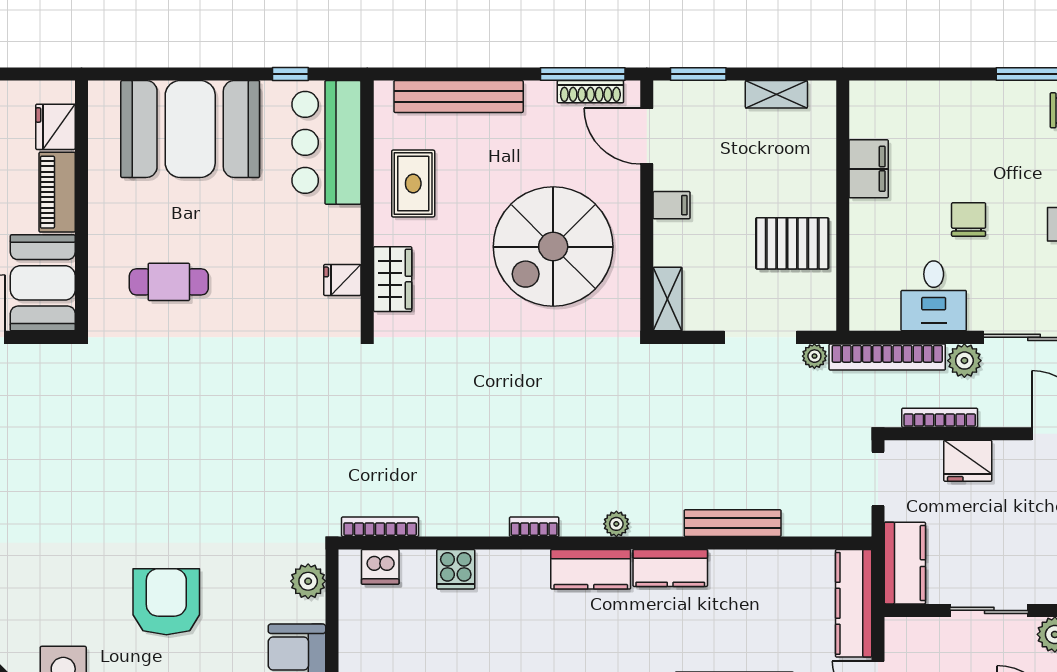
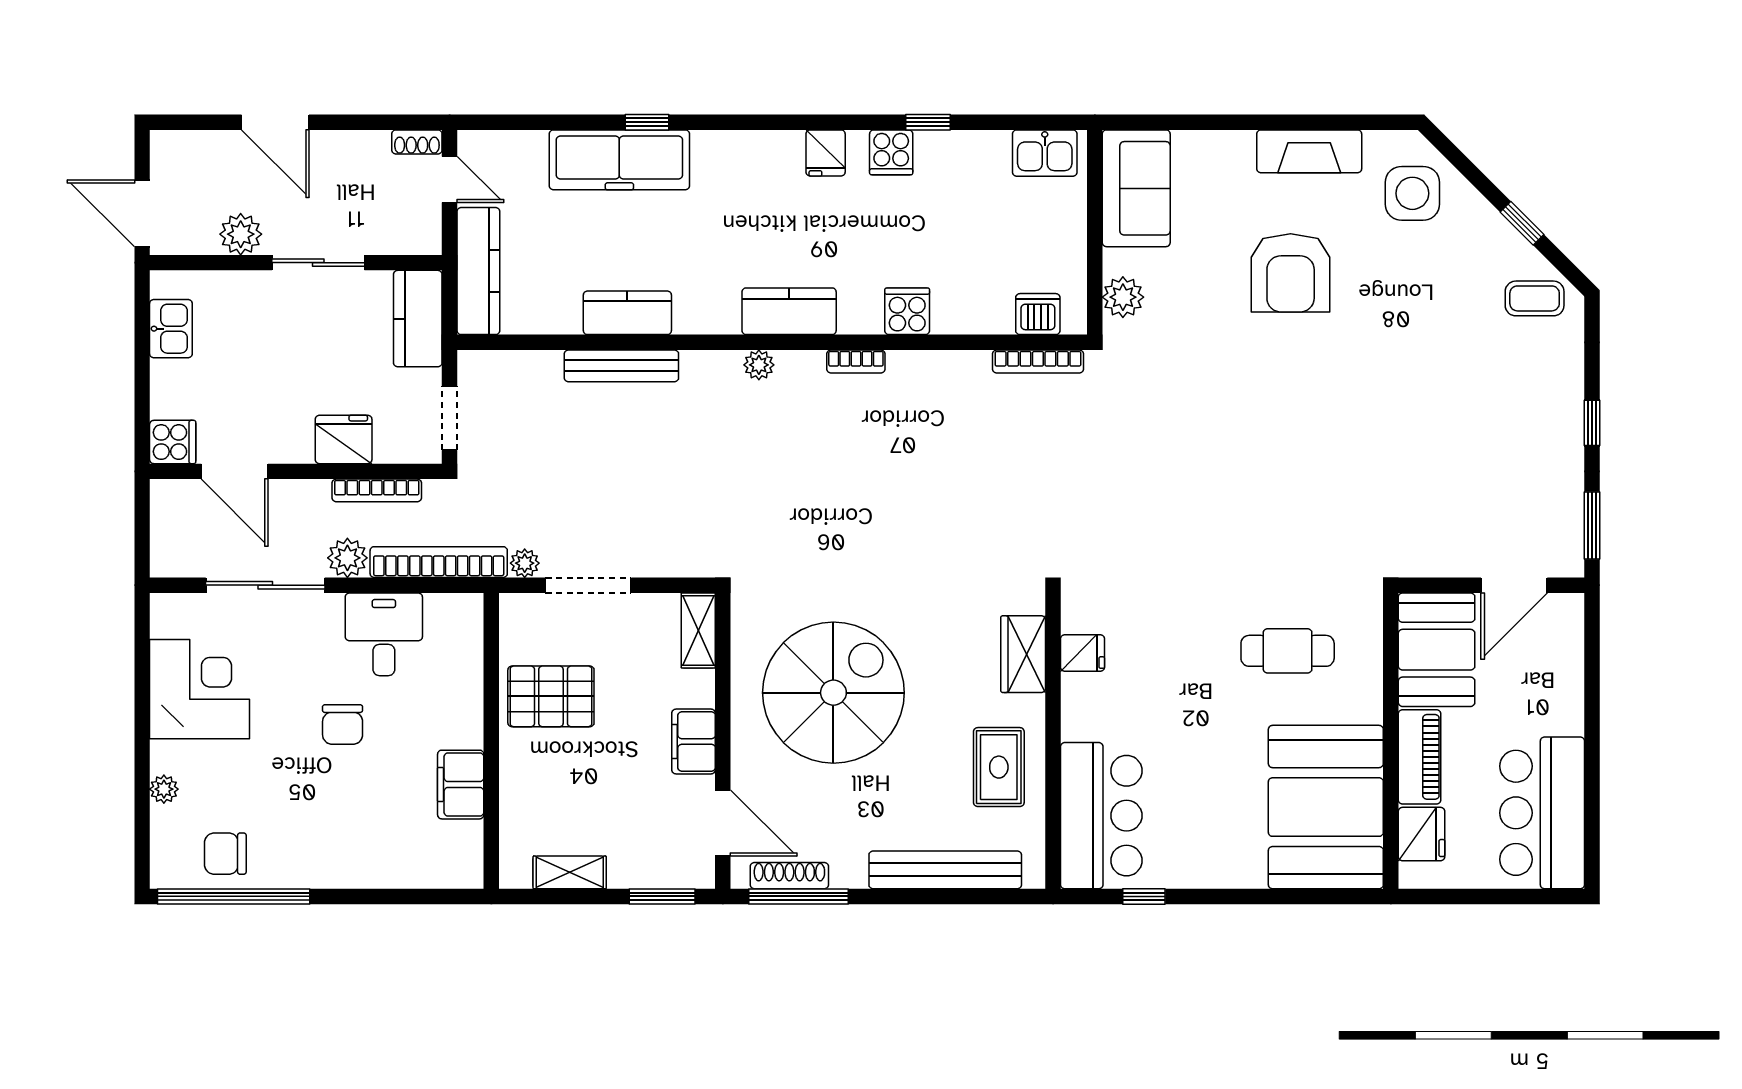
booth: (190, 129) -> (1326, 807), moved, turned 90
filing cabinet: (672, 205) -> (694, 742), width x2.00
kitchen counter: (670, 568) -> (627, 313), moved
cooker: (456, 569) -> (907, 311), moved

